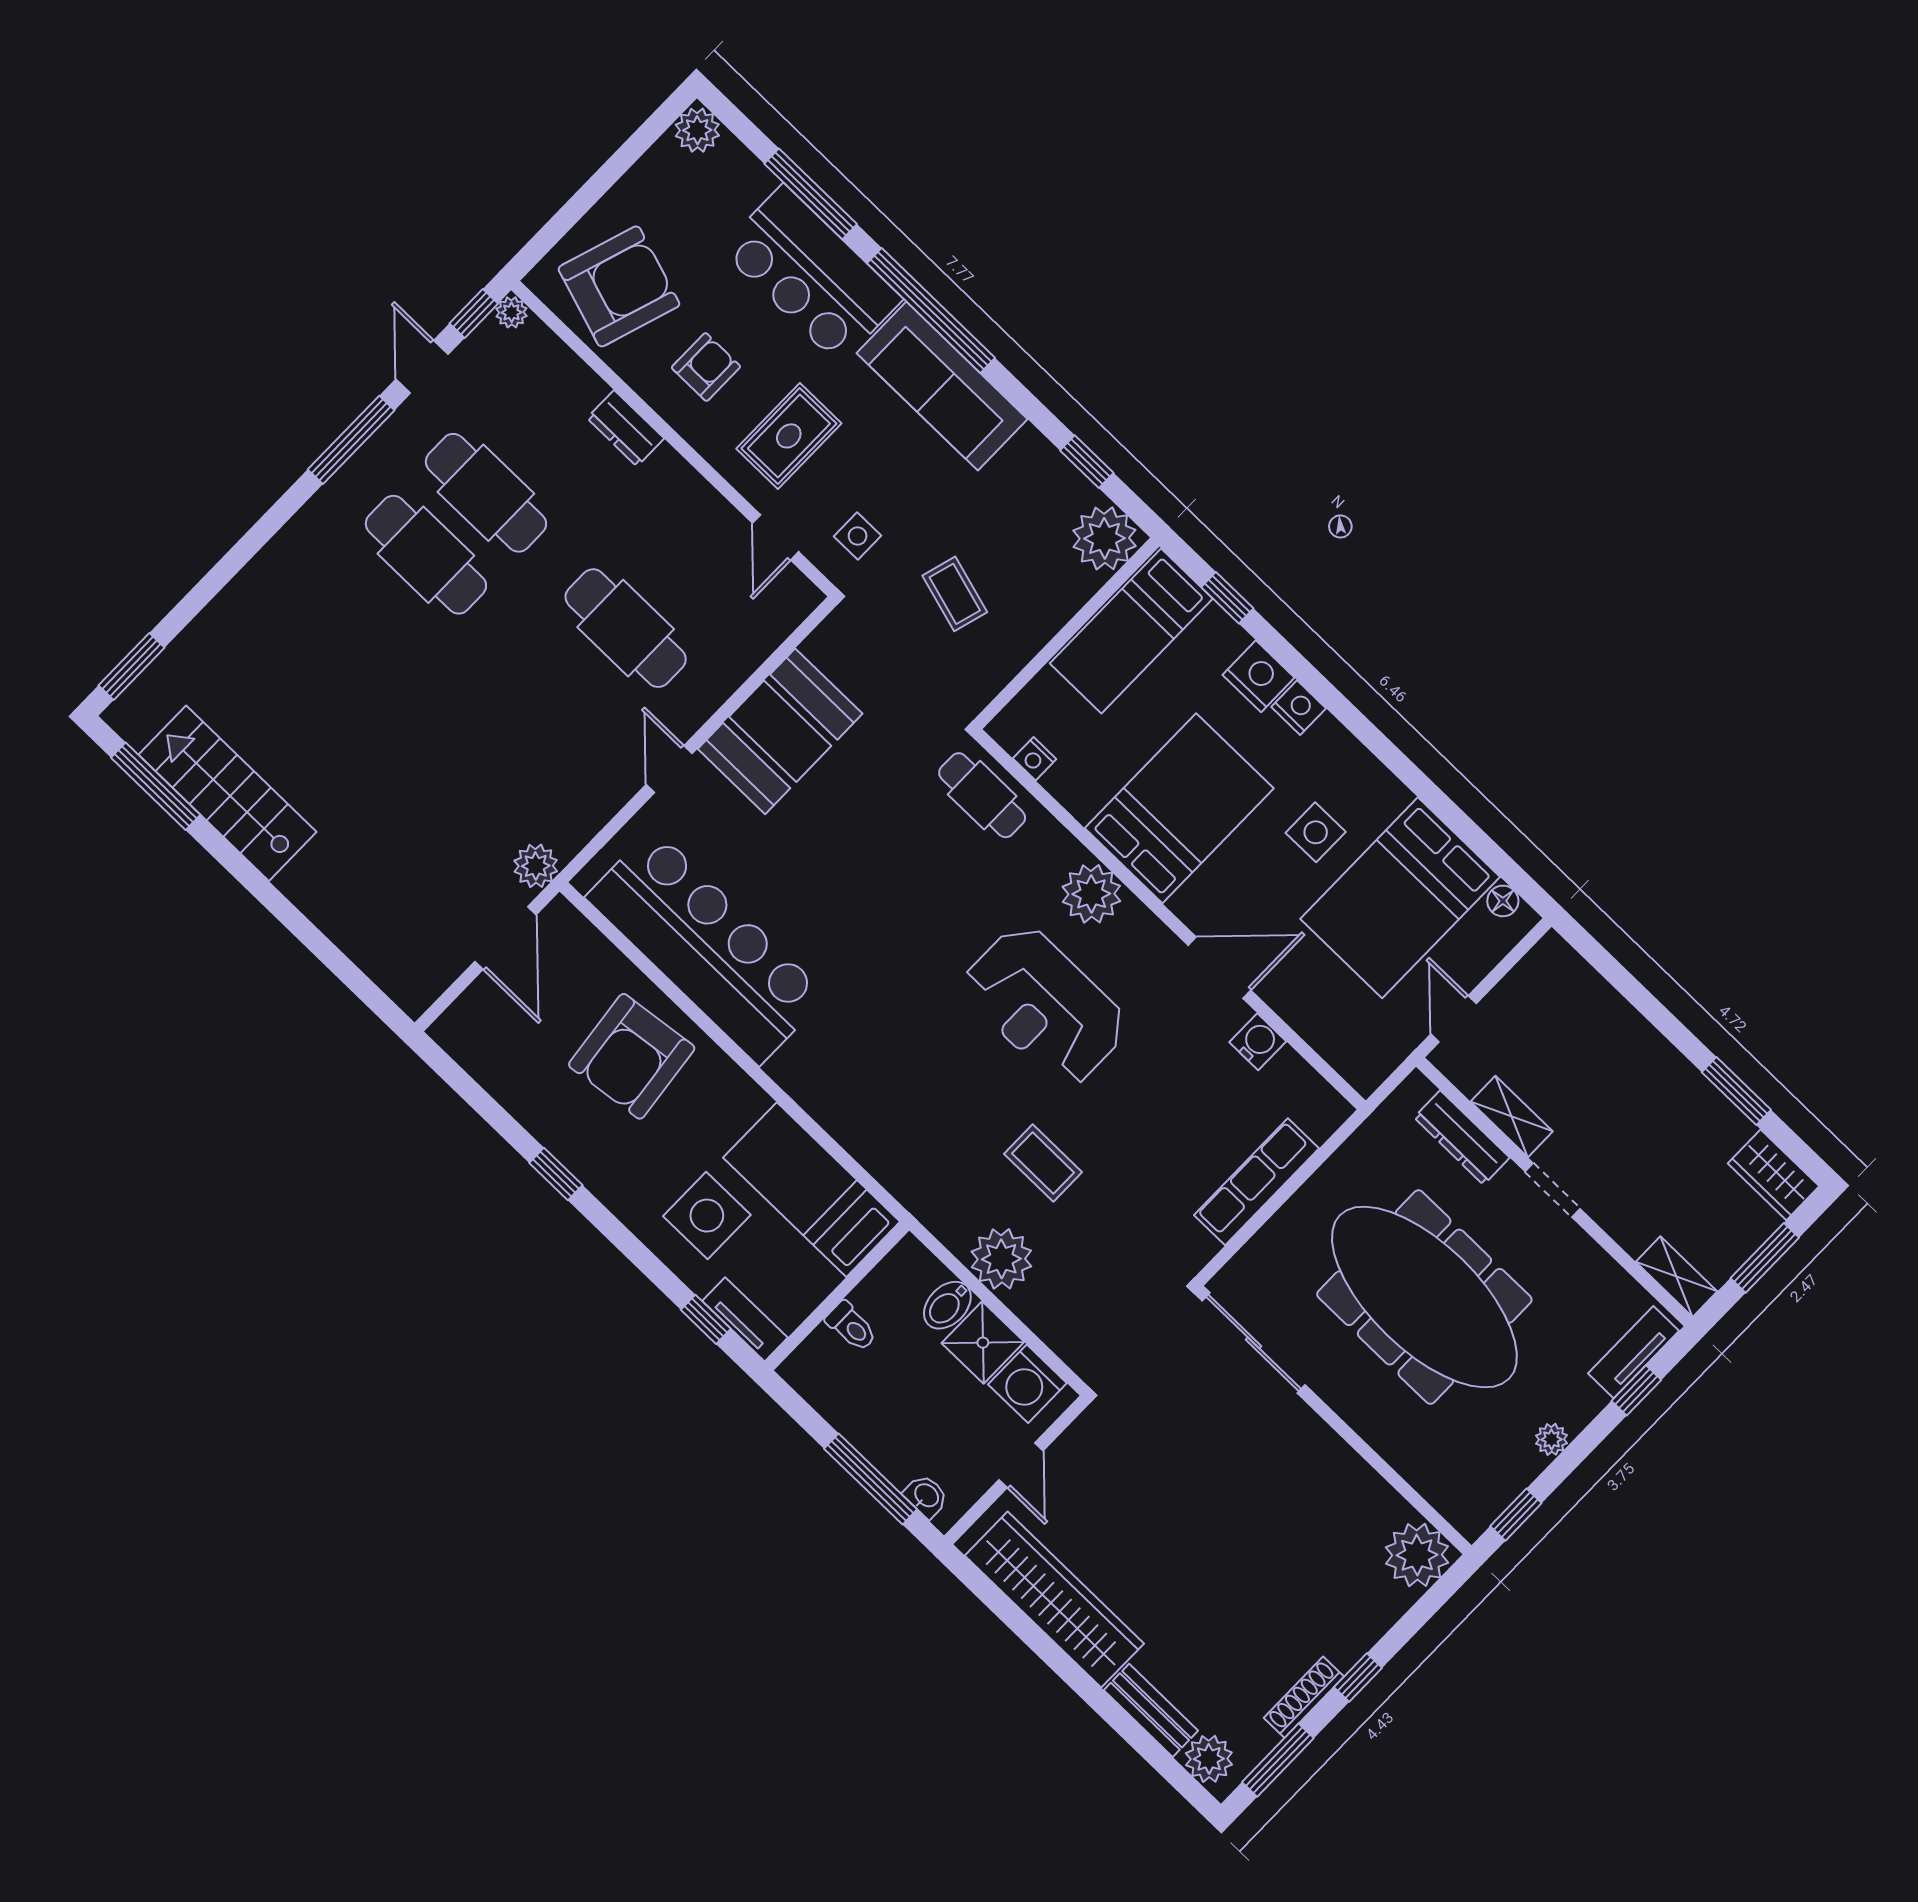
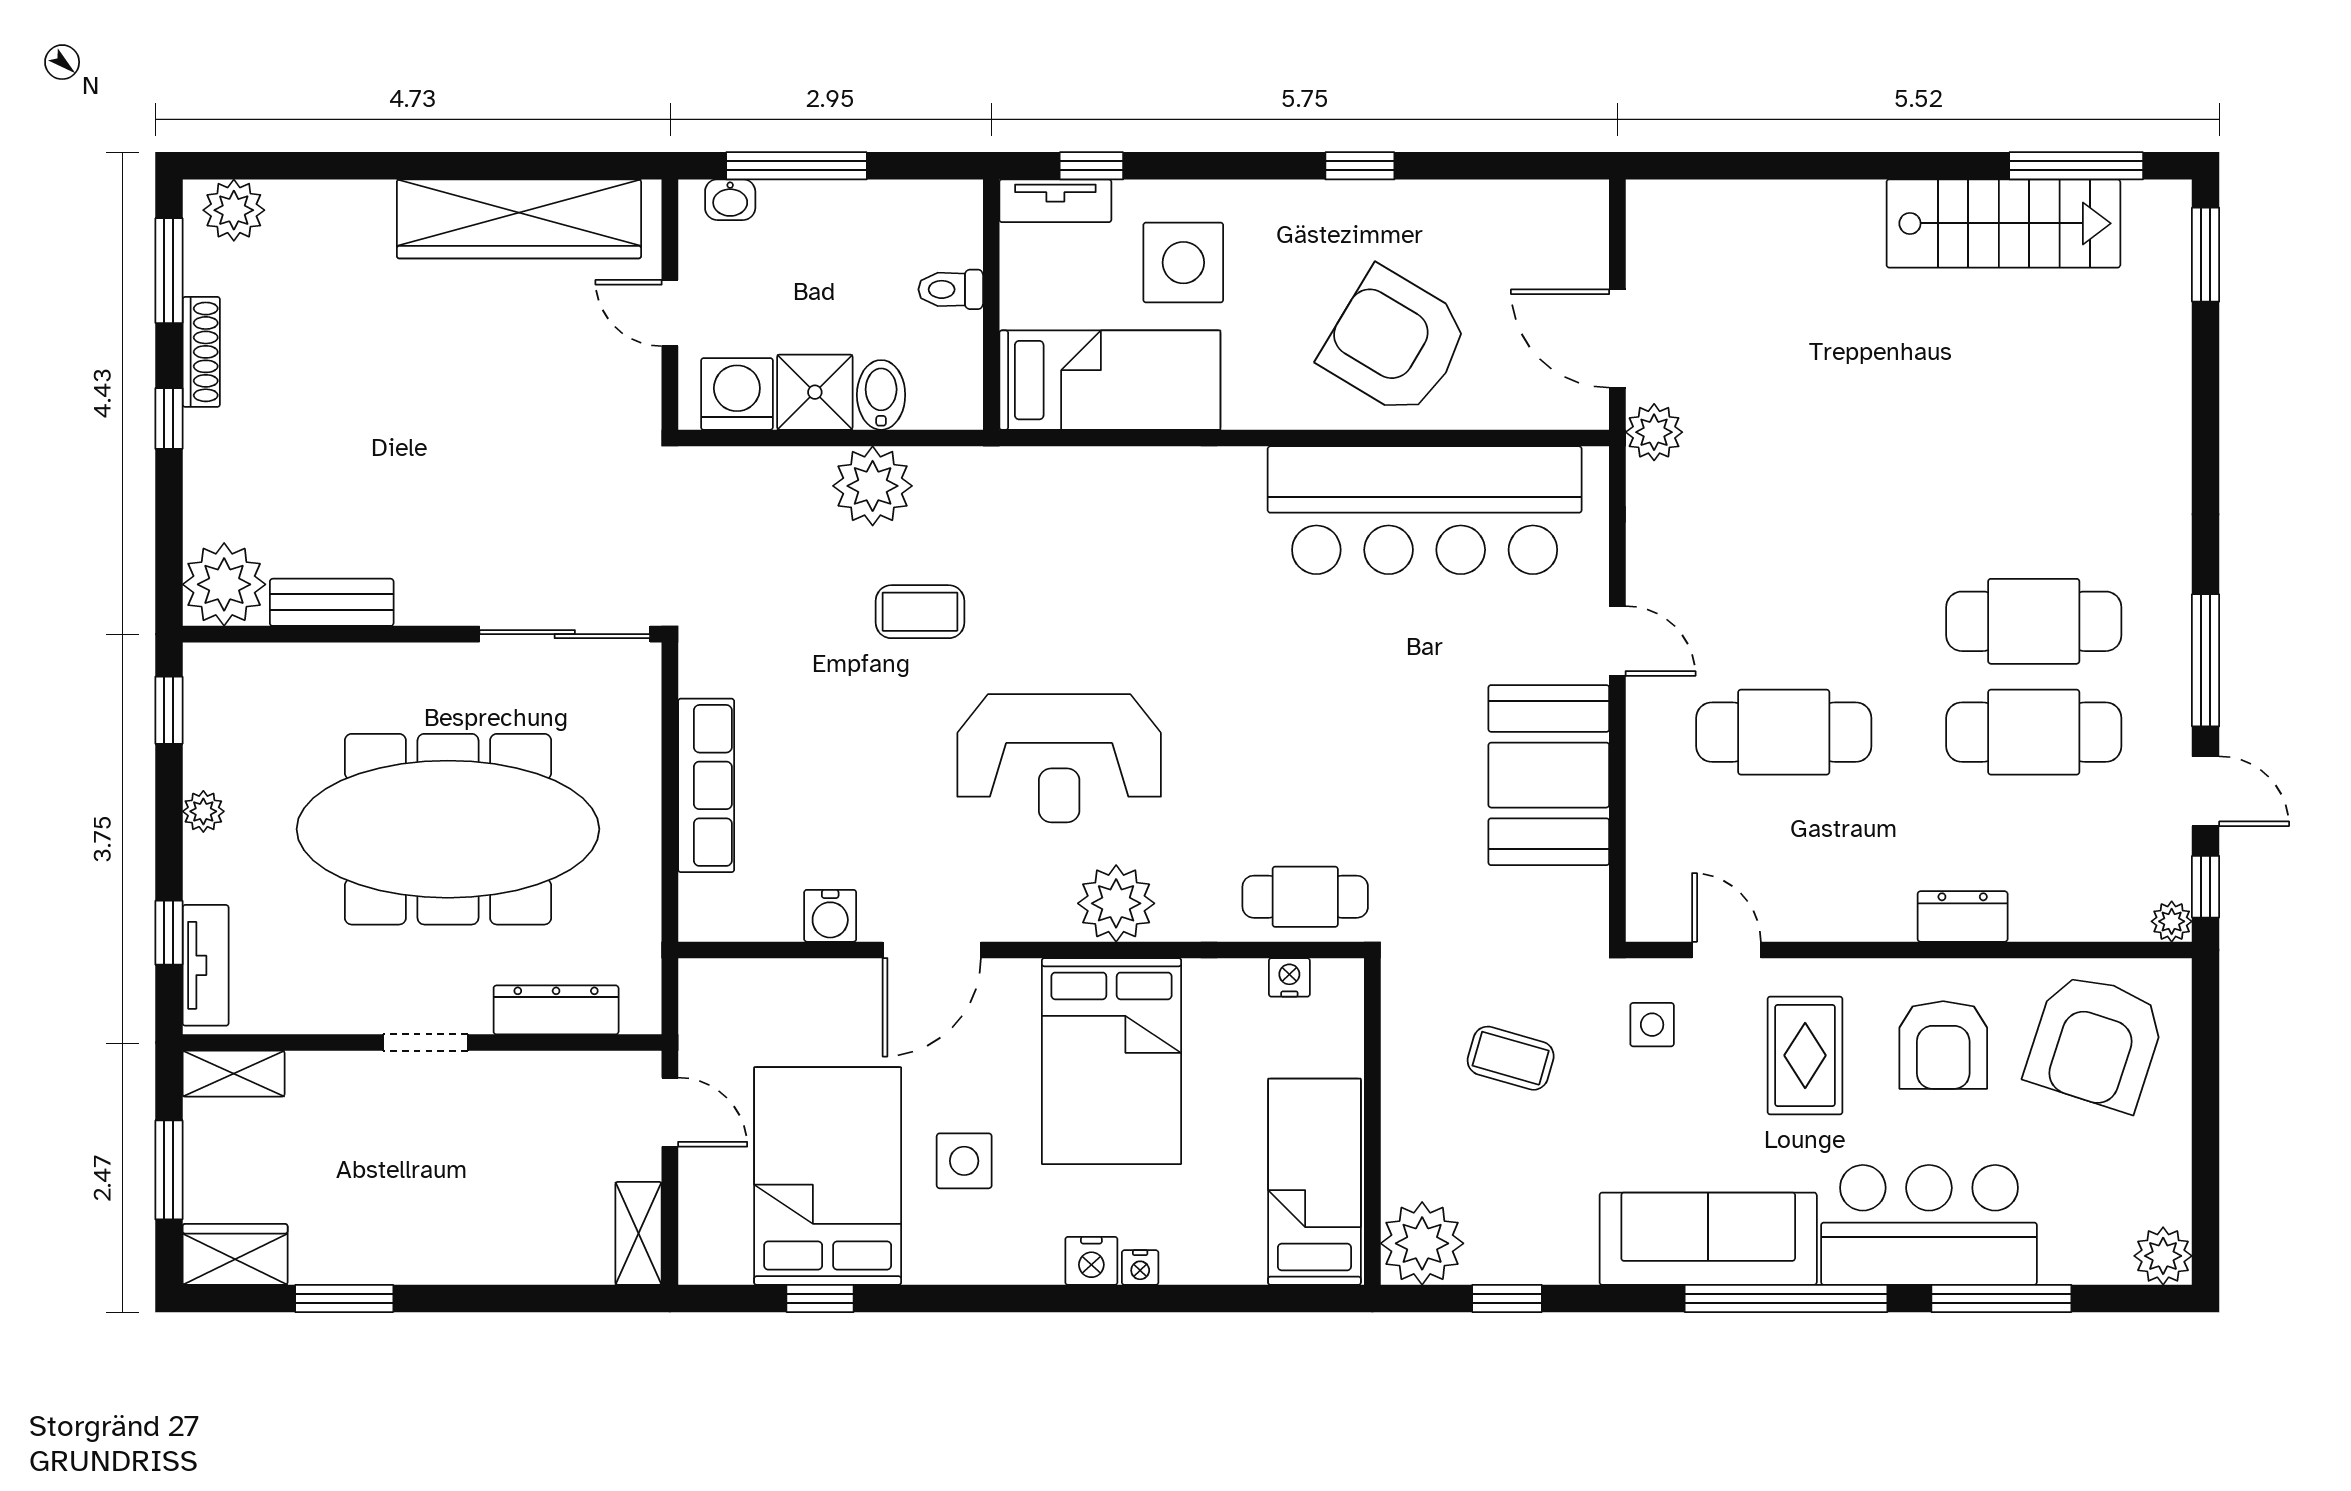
armchair: (706, 367) -> (1943, 1045), width x1.38, depth x1.38
window: (1227, 598) -> (820, 1298), moved
nightstand: (1258, 676) -> (1140, 1268), width x0.53, depth x0.56
floor lamp: (1503, 901) -> (730, 1265), removed
reception desk: (1045, 1006) -> (1059, 758), turned 180
armchair: (632, 1056) -> (1395, 342), turned -52
shelving: (1512, 1117) -> (639, 1233), moved, turned 90
bench: (1151, 1710) -> (332, 602), moved

